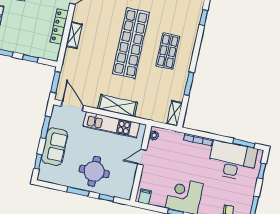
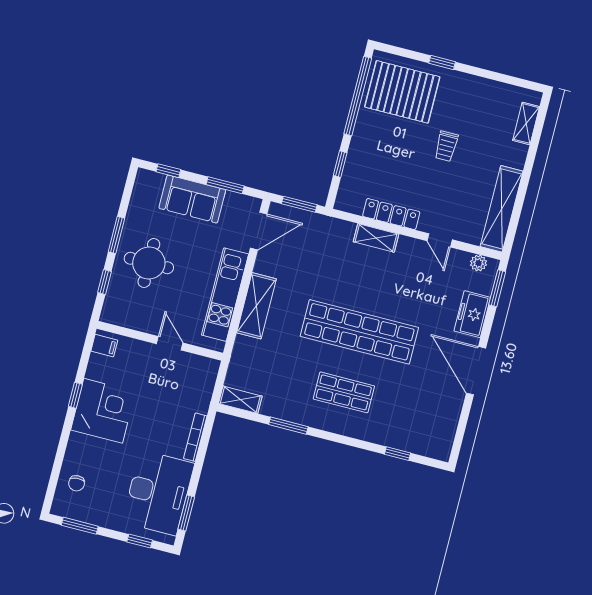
plant: (154, 135) -> (205, 365), removed

